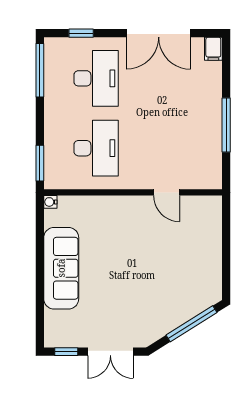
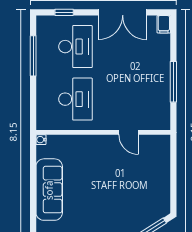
window: (40, 70) -> (33, 56), moved
window: (40, 163) -> (33, 110), removed

